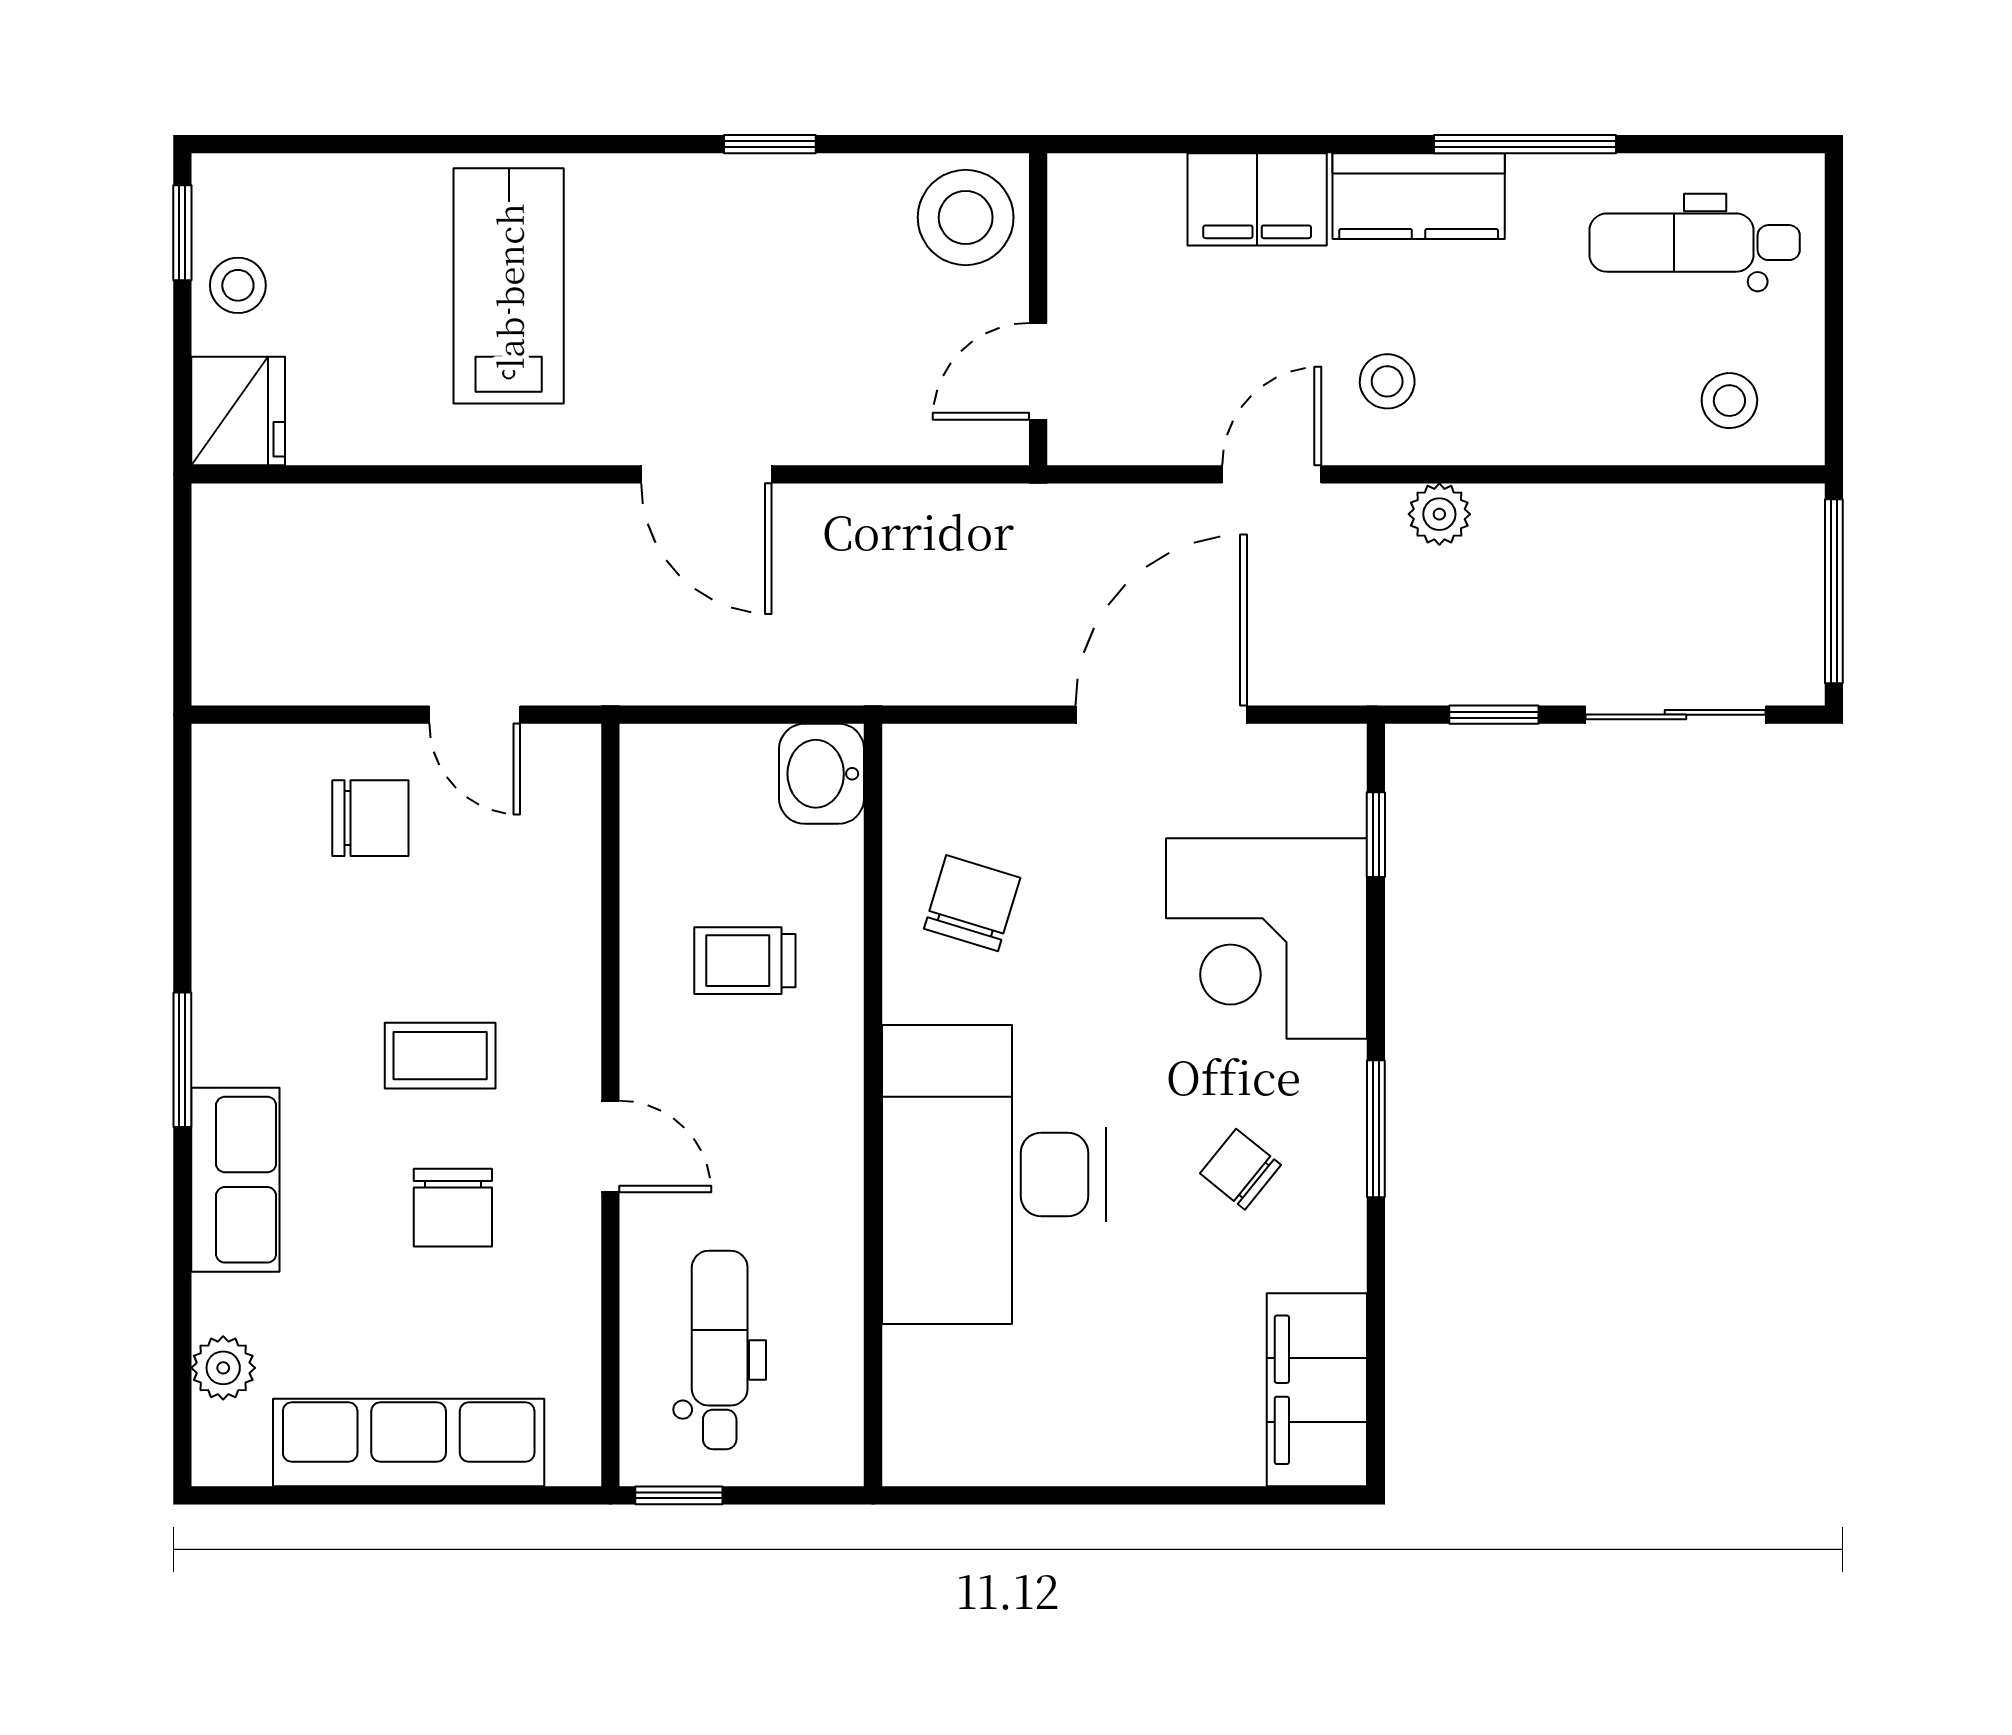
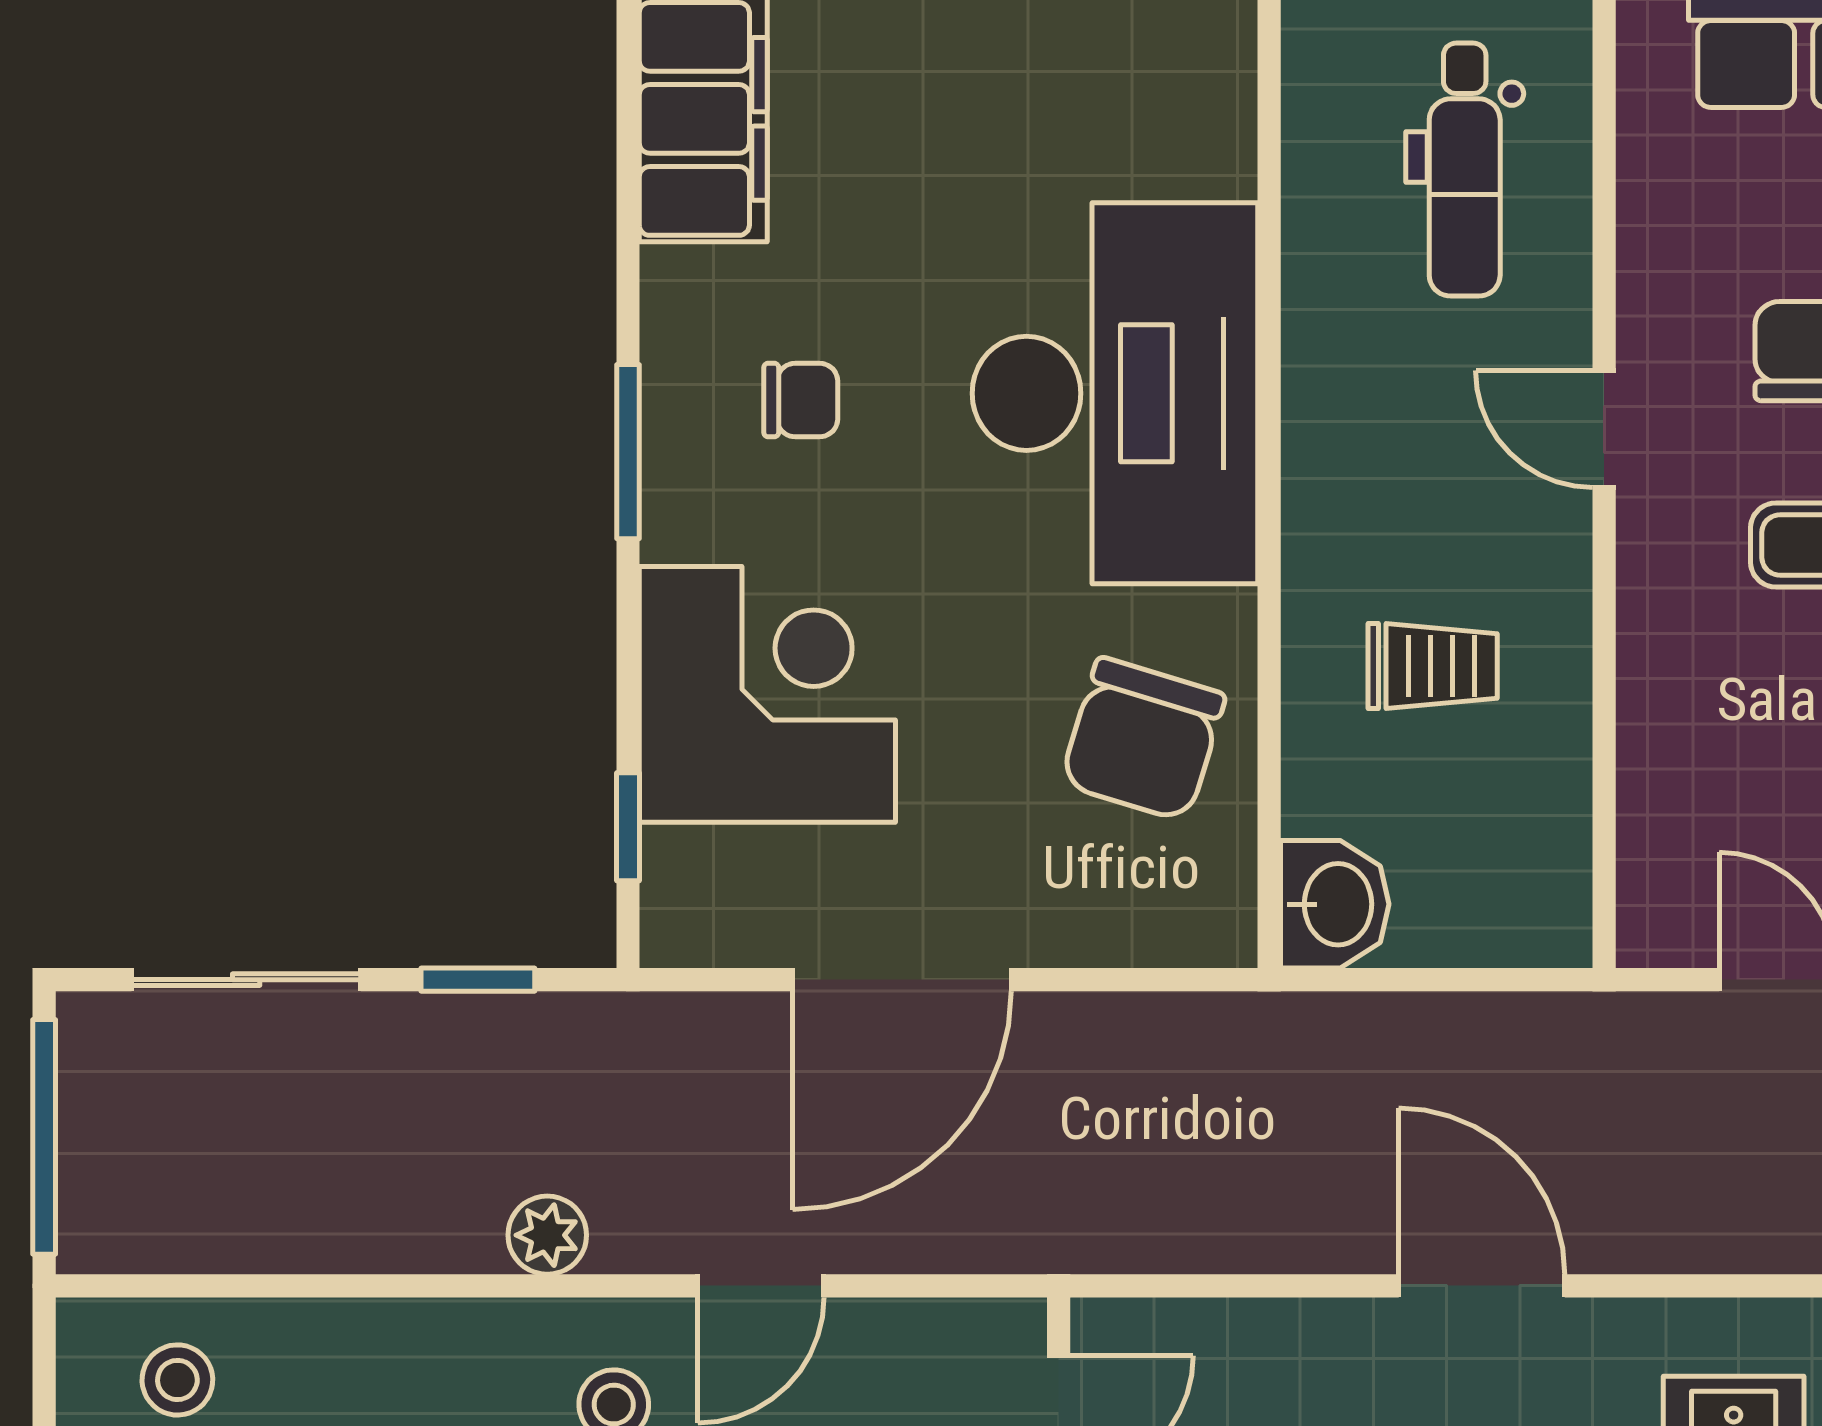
chair: (972, 903) -> (1143, 739), width x1.37, depth x1.37
chair: (1241, 1169) -> (801, 400), turned -39

